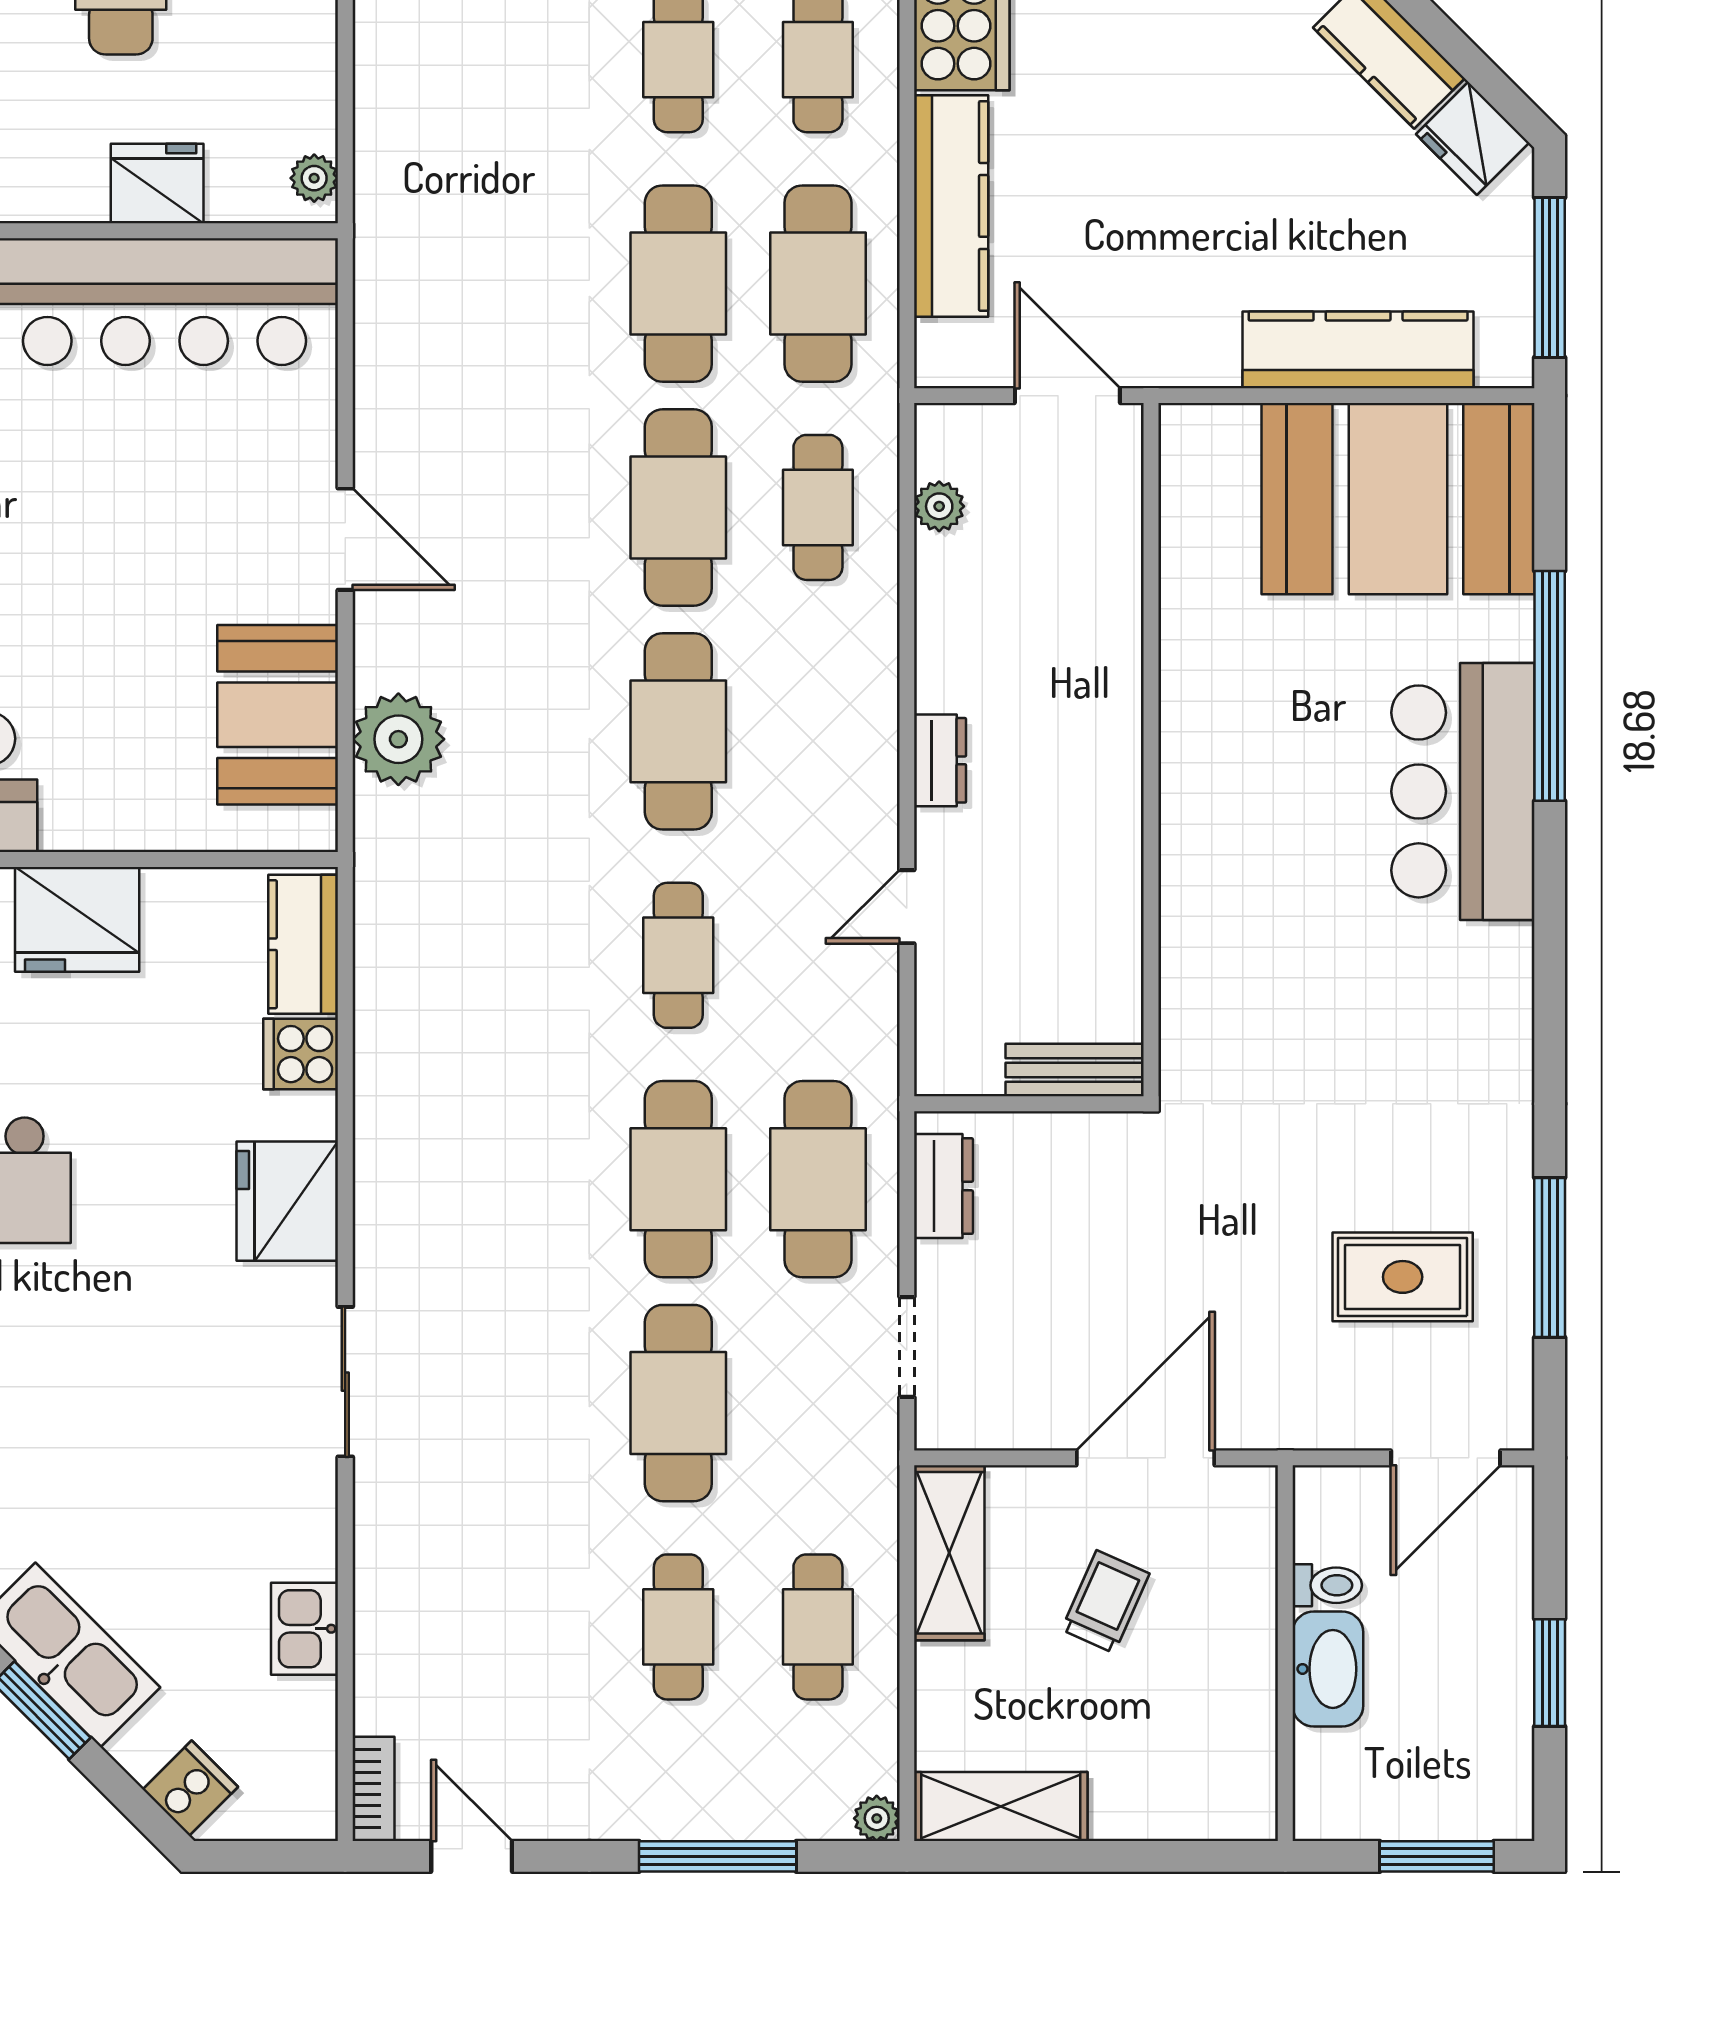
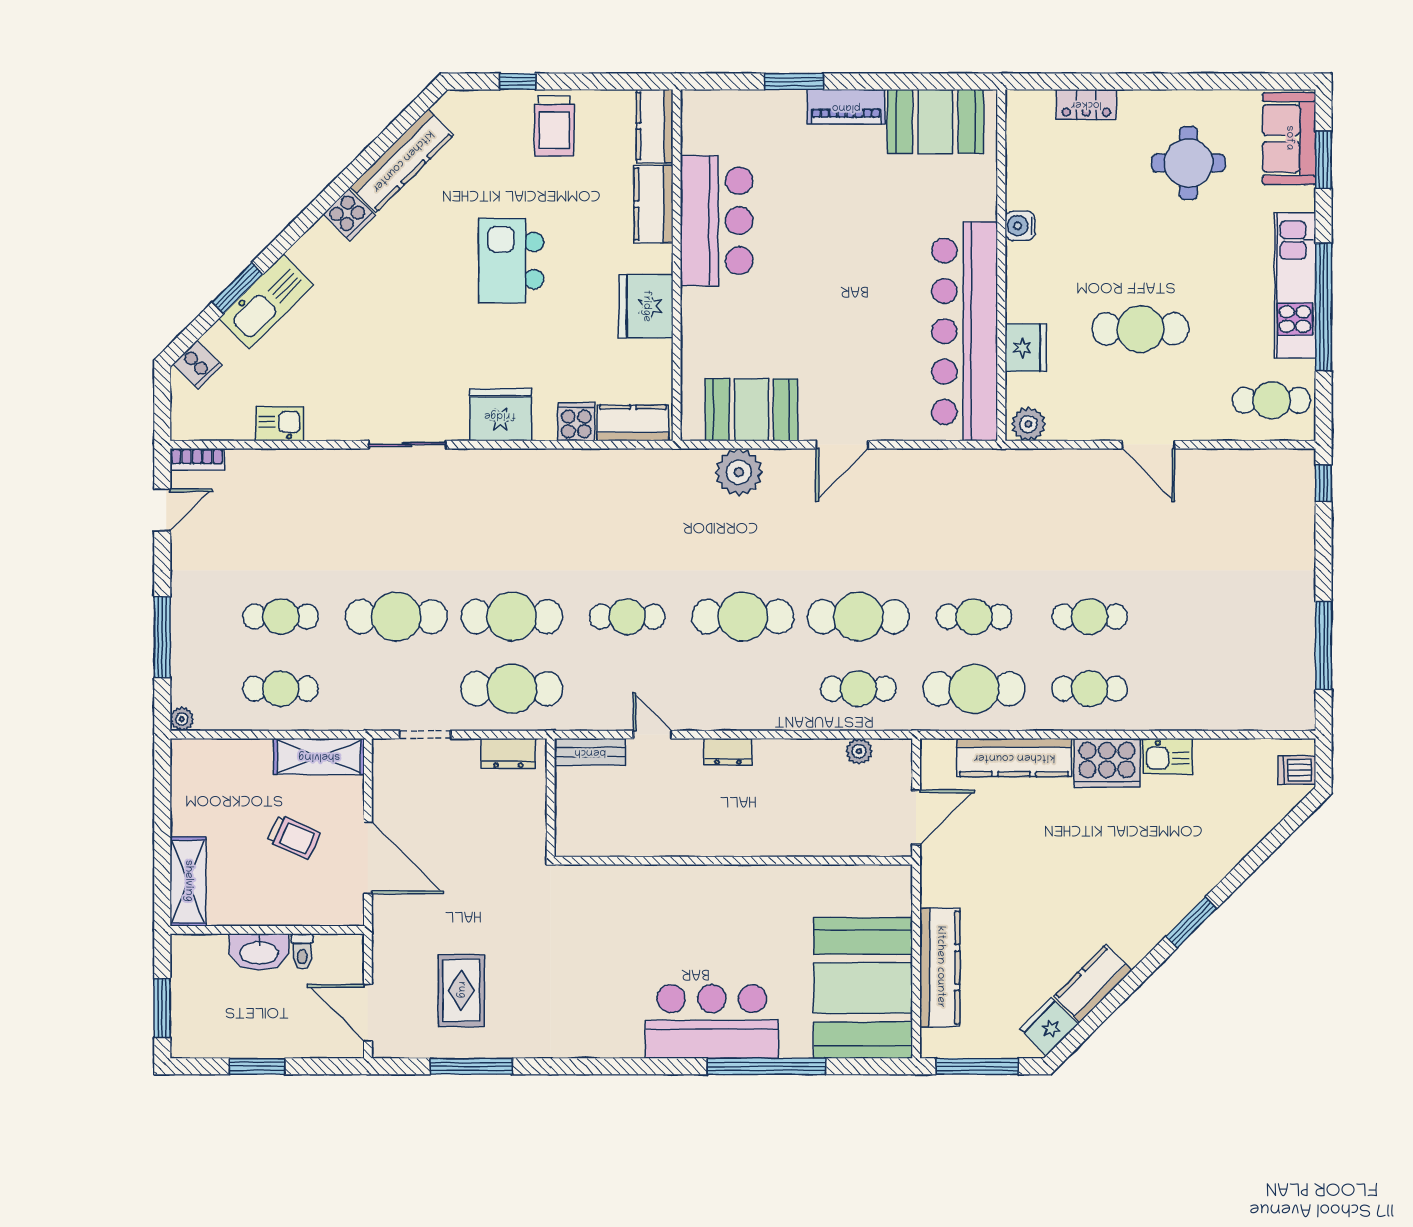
plant: (314, 178) -> (1028, 424), width x1.38, depth x1.38
cafe table: (678, 284) -> (974, 617), width x0.73, depth x0.74
bench: (1075, 1070) -> (590, 752), moved, turned 90
shelving: (1001, 1807) -> (188, 881), moved

